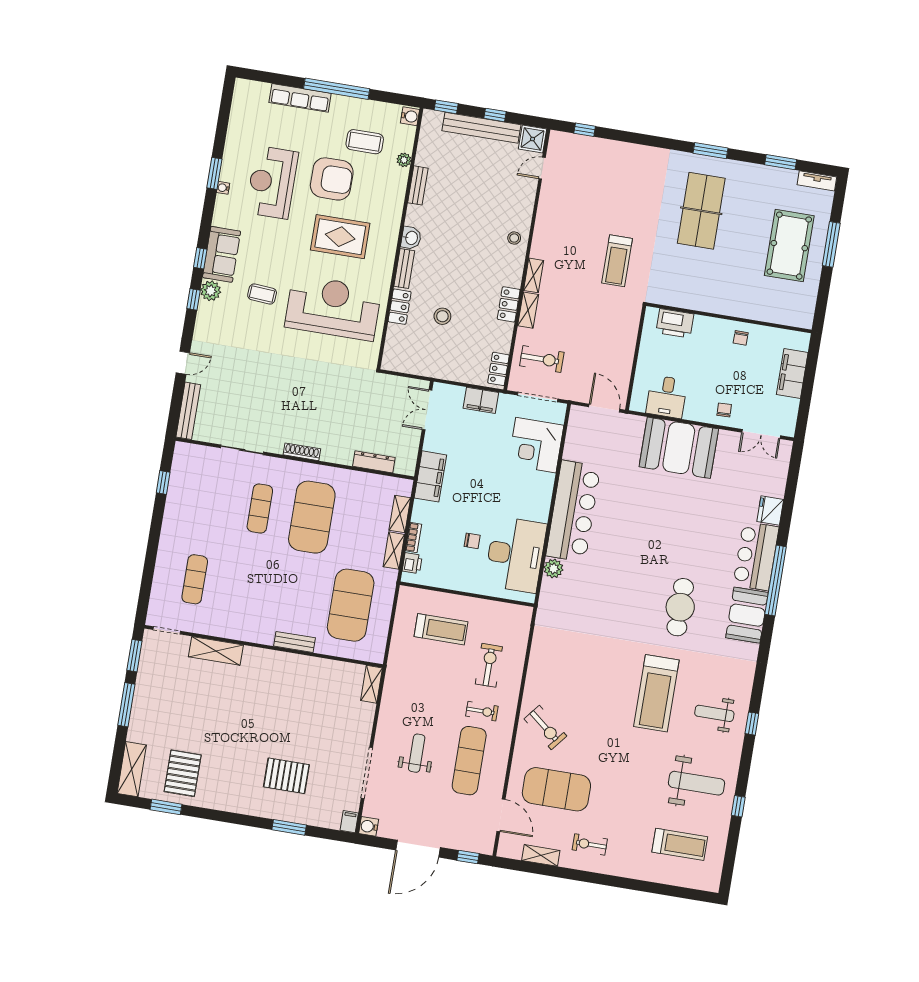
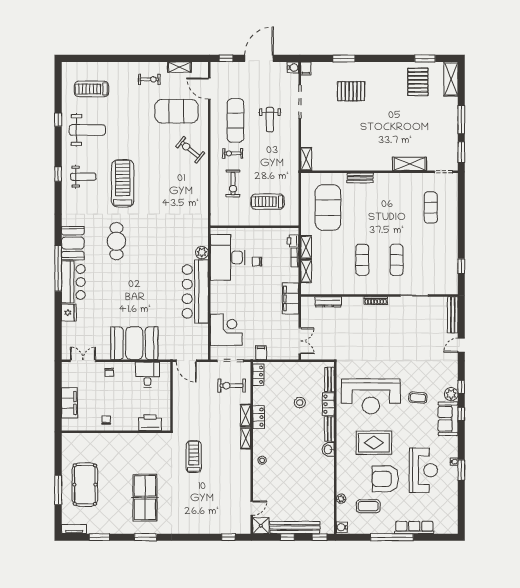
bench: (418, 185) -> (329, 379), moved
filing cabinet: (481, 400) -> (261, 353), width x0.50
exercise mat: (312, 517) -> (362, 260), width x0.50, depth x0.69
weight bench: (697, 783) -> (87, 130), turned 180

